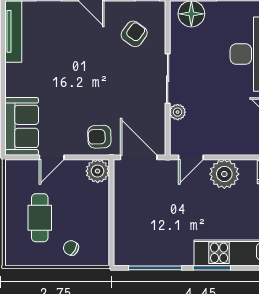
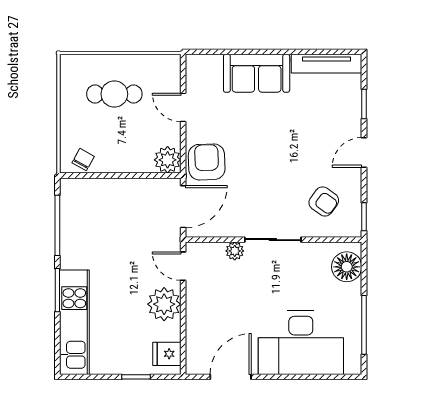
sofa: (22, 126) -> (257, 73), moved
armchair: (99, 137) -> (207, 162), width x1.38, depth x1.38
chair: (71, 248) -> (83, 160), moved

